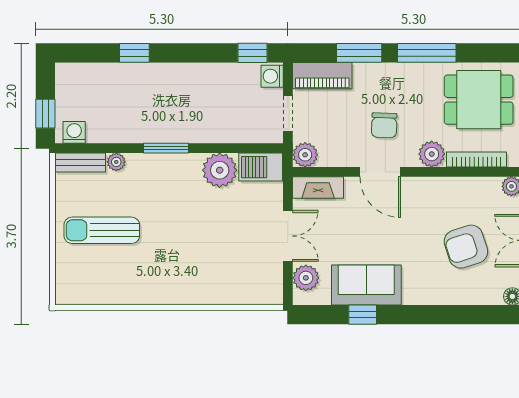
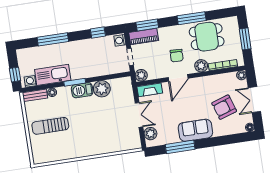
window: (134, 53) -> (53, 39), width x2.17
window: (253, 53) -> (98, 32), moved
window: (359, 53) -> (147, 25), moved
dining table: (479, 100) -> (207, 37), moved
kitchen sink: (123, 126) -> (53, 75), added
barbecue: (261, 167) -> (82, 90), moved
door: (380, 172) -> (178, 78), hinge flipped
sofa: (366, 285) -> (195, 130), moved
window: (363, 315) -> (180, 147), width x2.17

